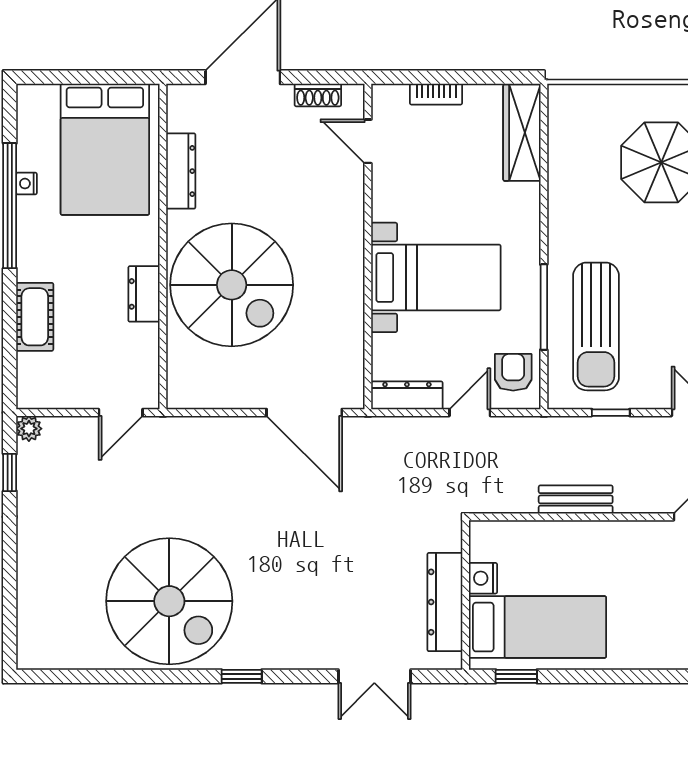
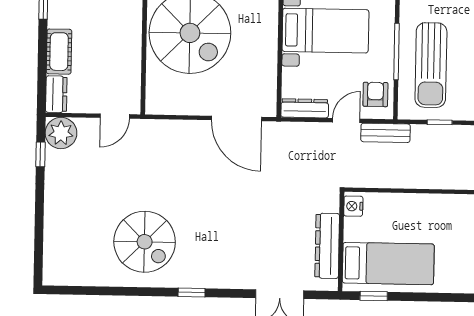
dresser: (144, 294) -> (56, 94), moved, turned 180
plant: (29, 429) -> (61, 133), width x1.88, depth x1.88
bench: (576, 499) -> (385, 133), moved
nightstand: (483, 578) -> (353, 206), moved
spiral stairs: (169, 601) -> (145, 242), width x0.73, depth x0.73

